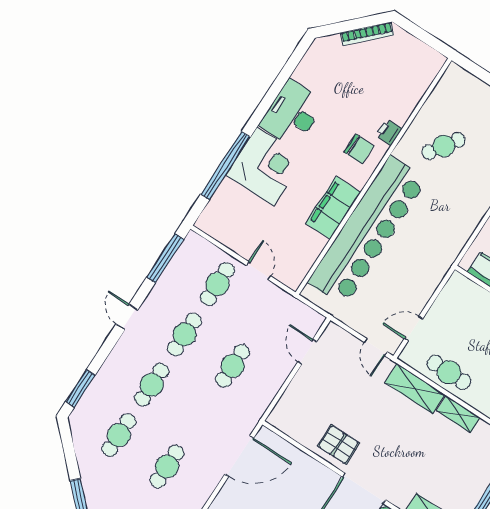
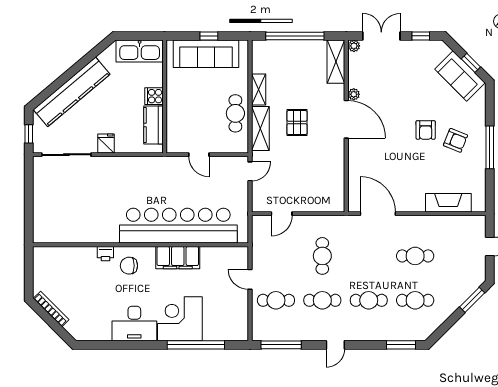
cafe table: (444, 146) -> (91, 212), removed
chair: (359, 149) -> (129, 266), turned -90
door: (258, 271) -> (250, 279), hinge flipped
door: (414, 328) -> (199, 155), moved
cafe table: (233, 366) -> (322, 256), turned 90
pallet: (339, 444) -> (297, 123), moved

